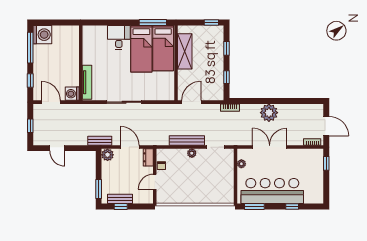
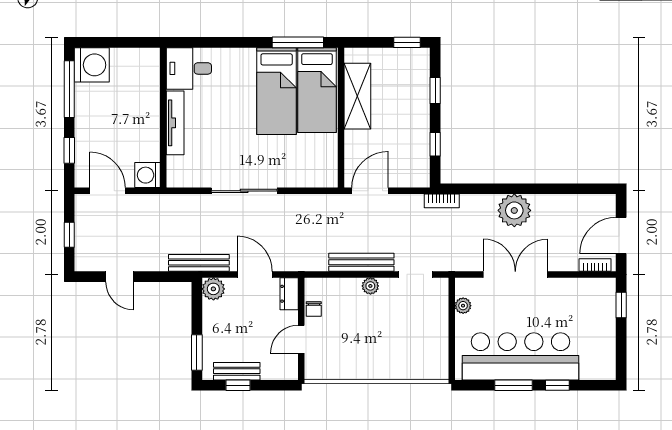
desk: (119, 37) -> (189, 68), moved, turned -90
tv unit: (87, 82) -> (175, 123), moved
door: (326, 126) -> (621, 236), swing flipped
bench: (100, 141) -> (199, 263), width x1.36
window: (254, 206) -> (514, 385), moved

